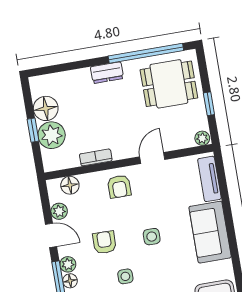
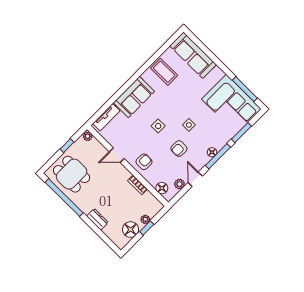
dresser: (107, 73) -> (97, 219), moved
plant: (52, 135) -> (145, 219), width x0.53, depth x0.53
plant: (68, 264) -> (204, 160), removed

